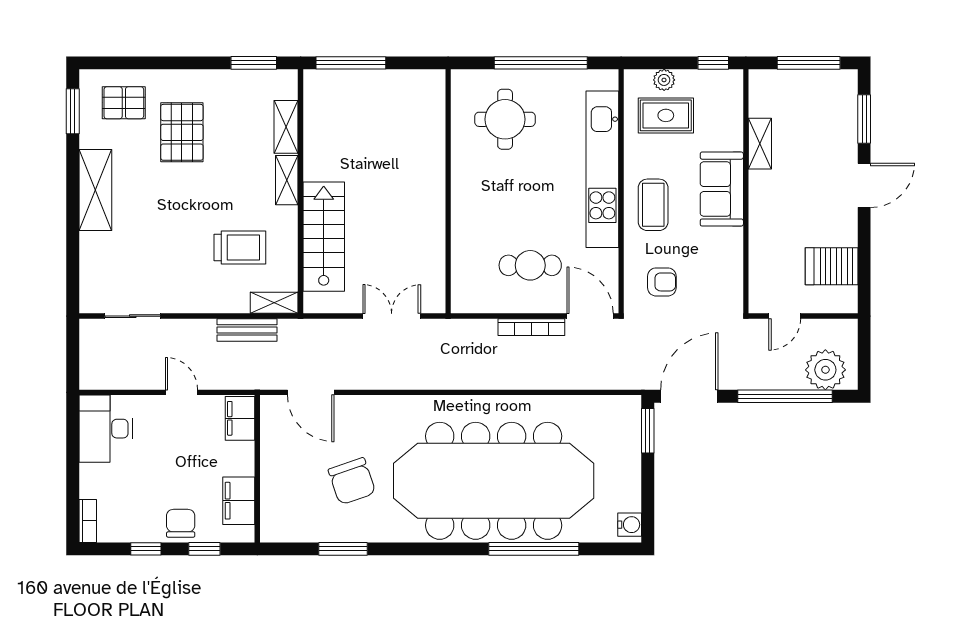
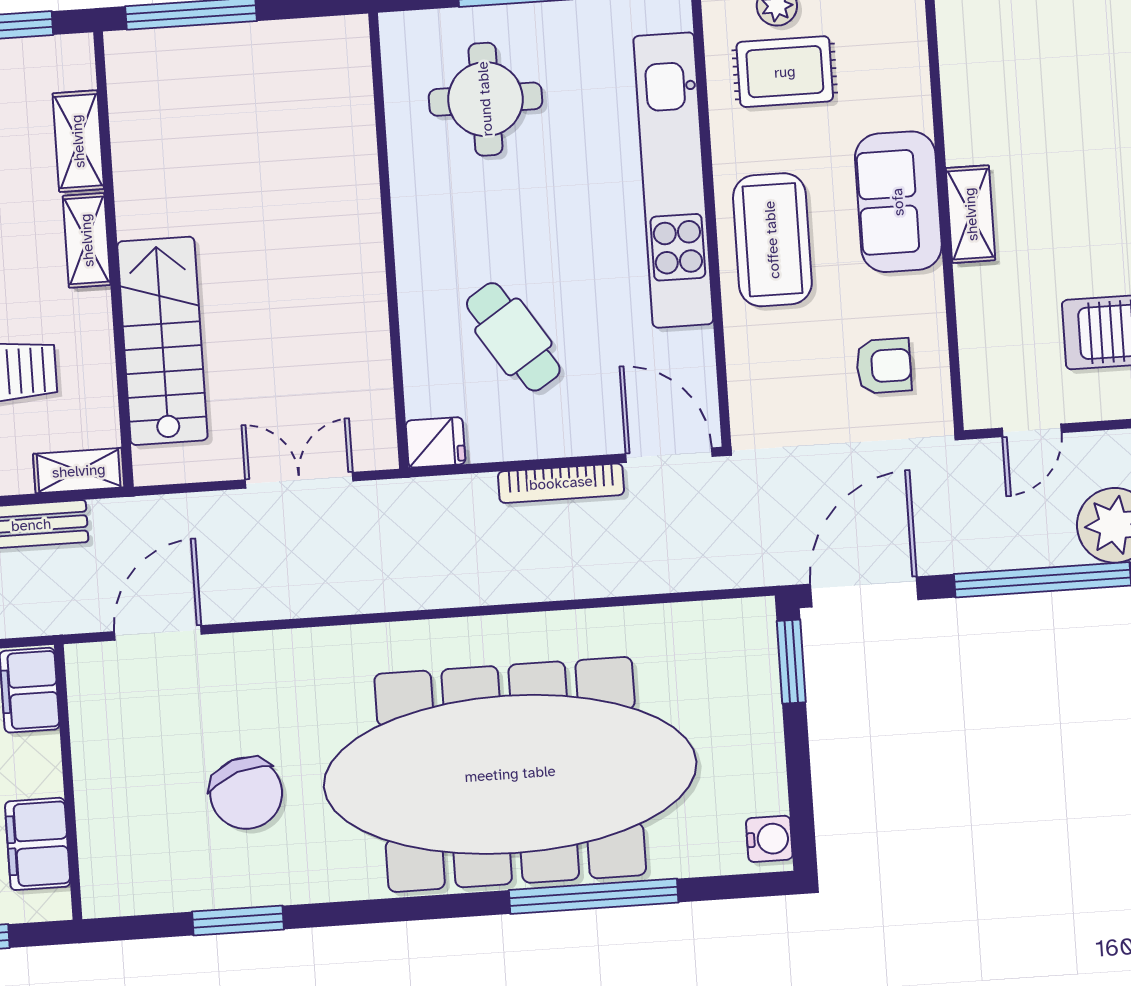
shelving: (760, 144) -> (971, 214), moved
coffee table: (653, 205) -> (772, 240), width x1.36, depth x1.32
cafe table: (530, 265) -> (513, 337), moved, turned 57
armchair: (662, 282) -> (884, 366), moved
fridge: (466, 301) -> (436, 442), added
door: (311, 392) -> (158, 633), swing flipped

